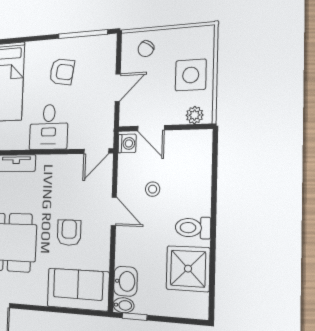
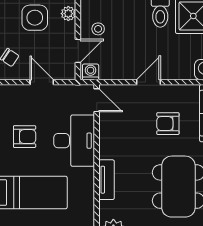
armchair: (62, 72) -> (25, 137), turned 81
desk: (49, 127) -> (74, 141), width x1.37
stool: (153, 189) -> (98, 29), moved

